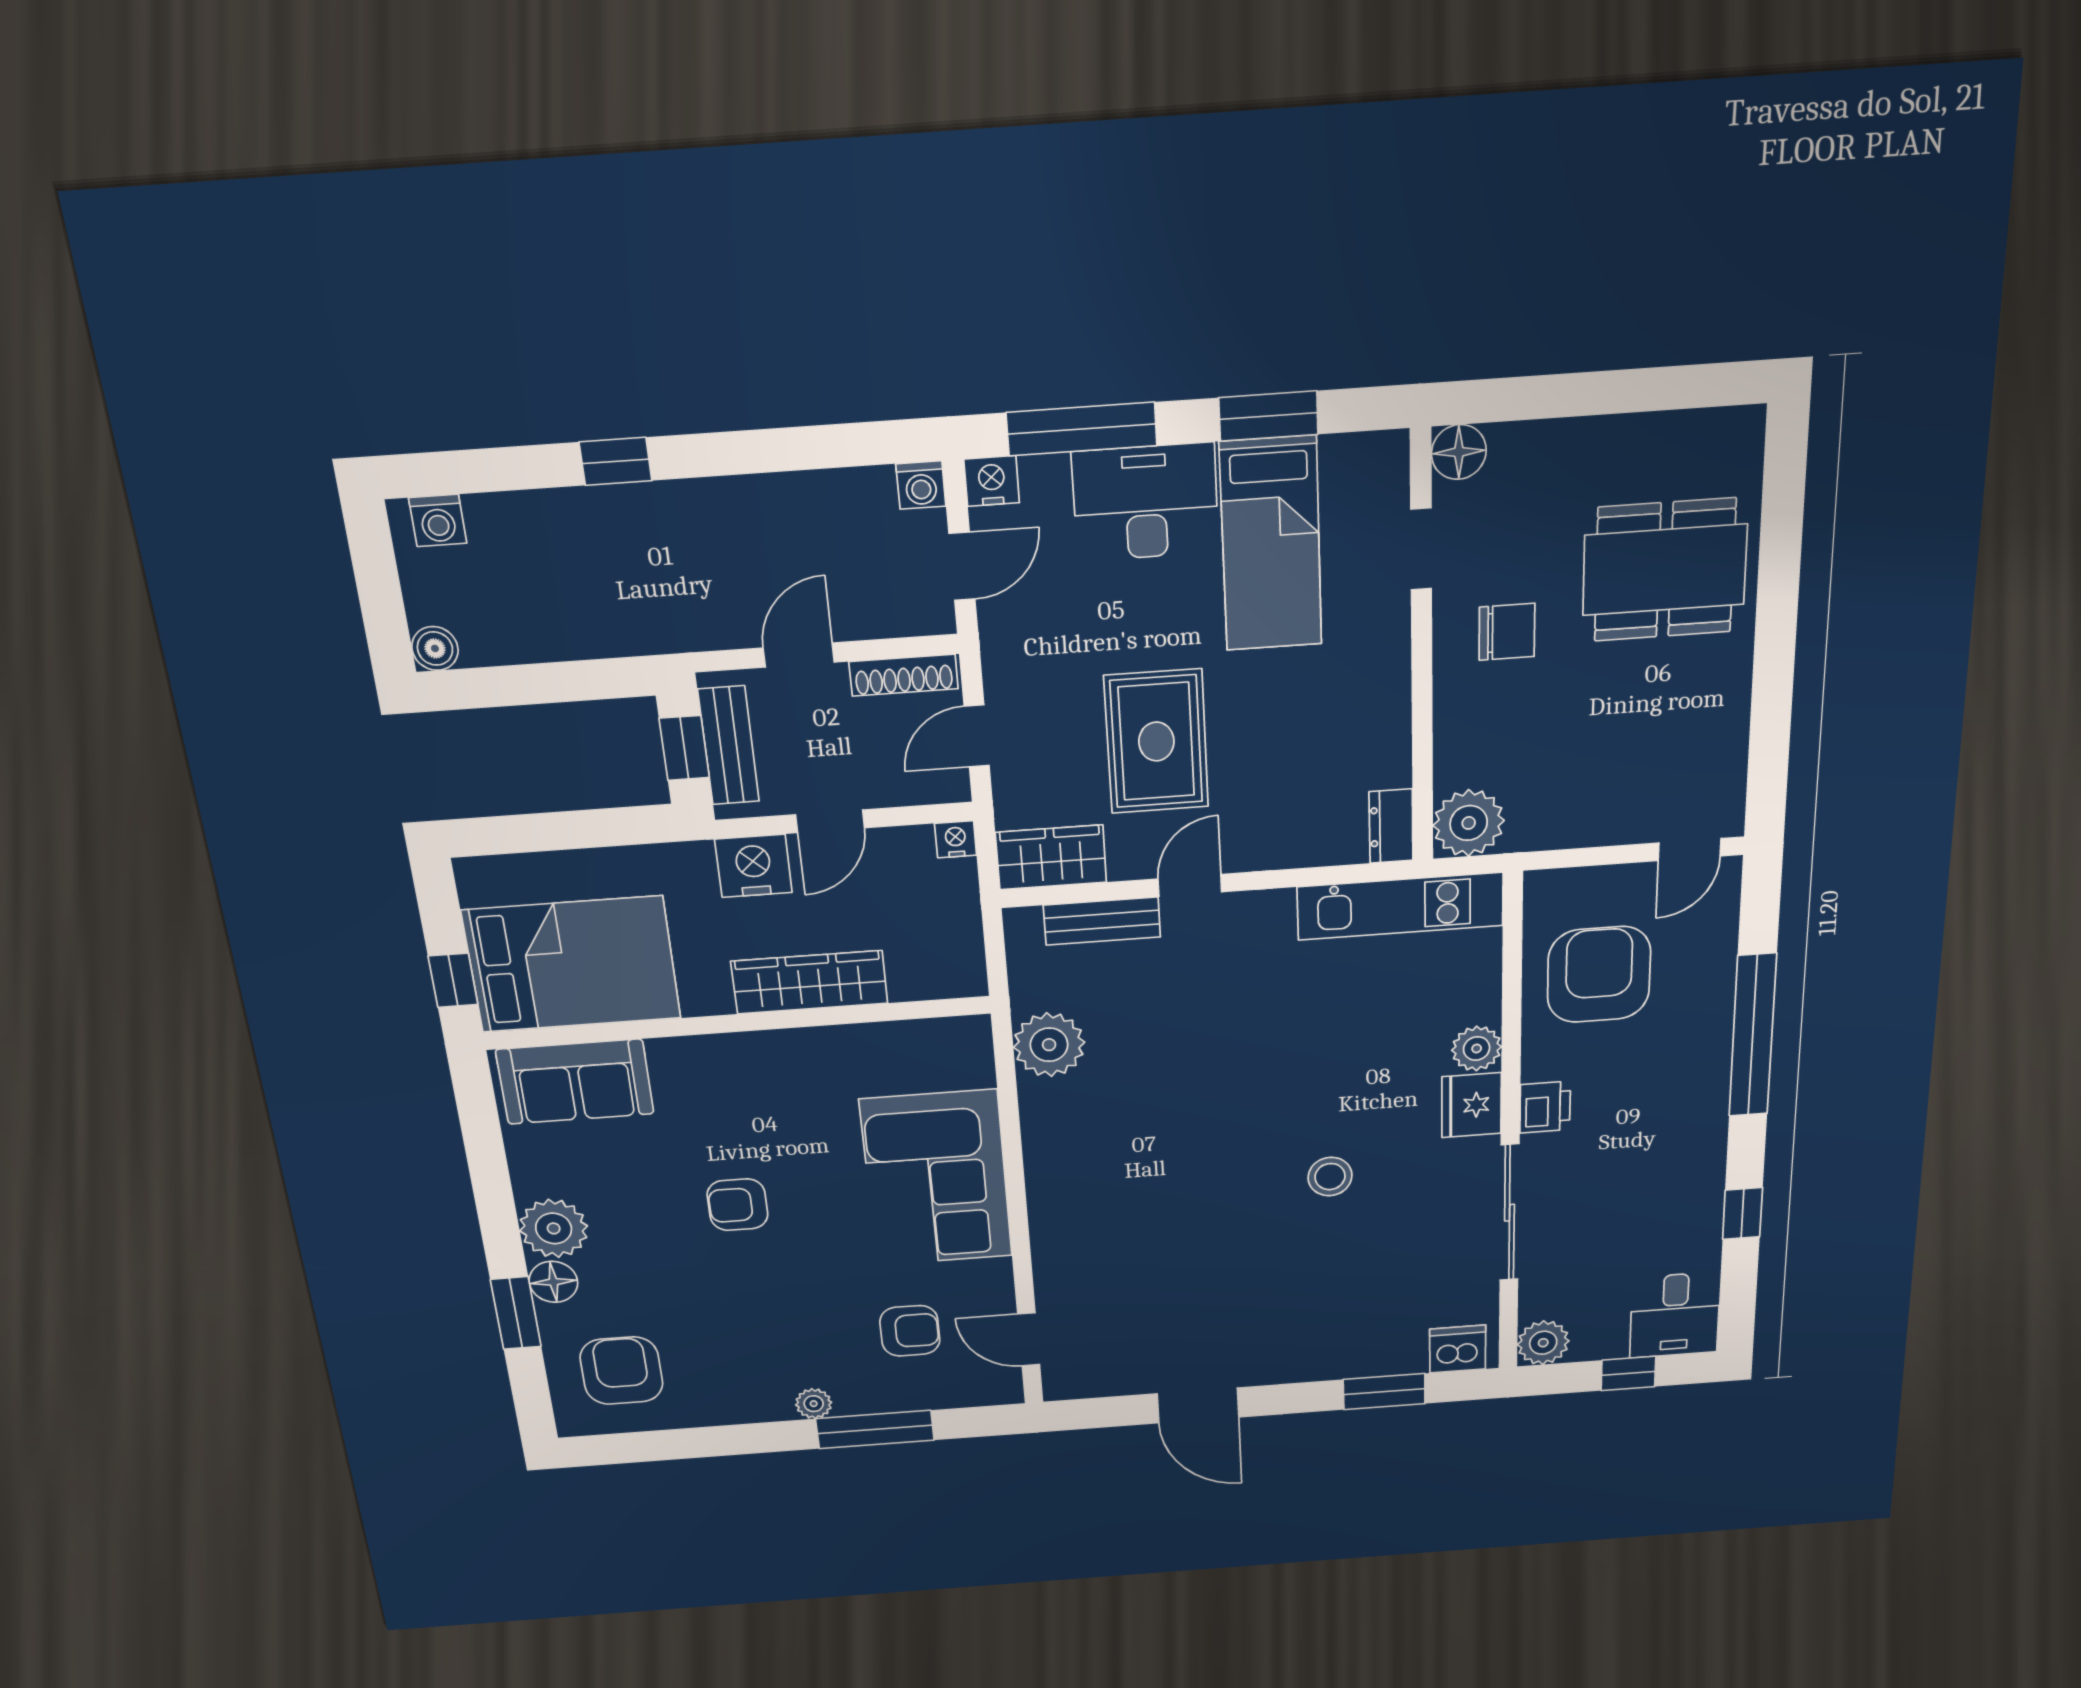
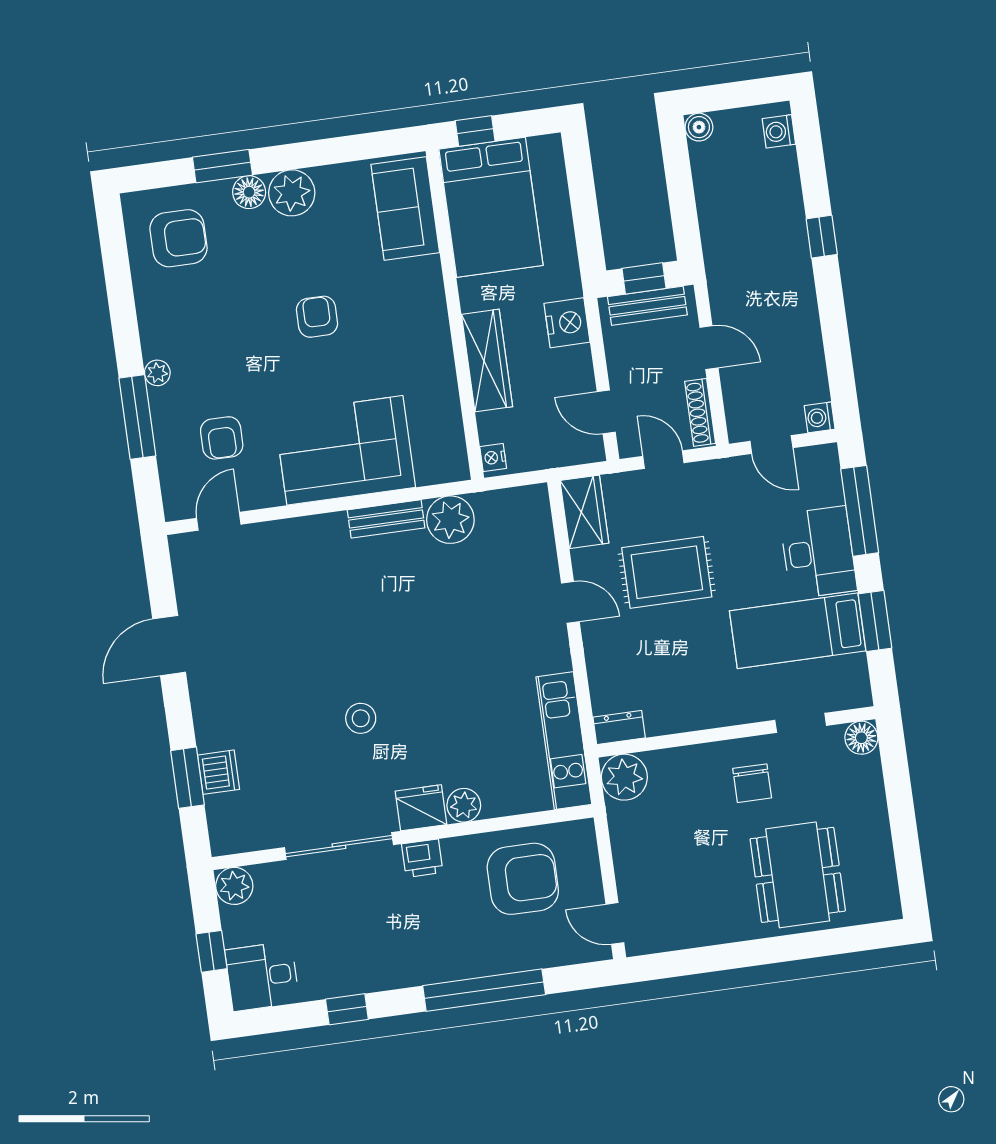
nightstand: (992, 481) -> (825, 459), removed
door: (830, 821) -> (606, 412), moved
nightstand: (956, 839) -> (493, 457), moved, turned 180
bench: (1102, 921) -> (386, 519), moved, turned 90
dishwasher: (1458, 1349) -> (219, 772), moved

